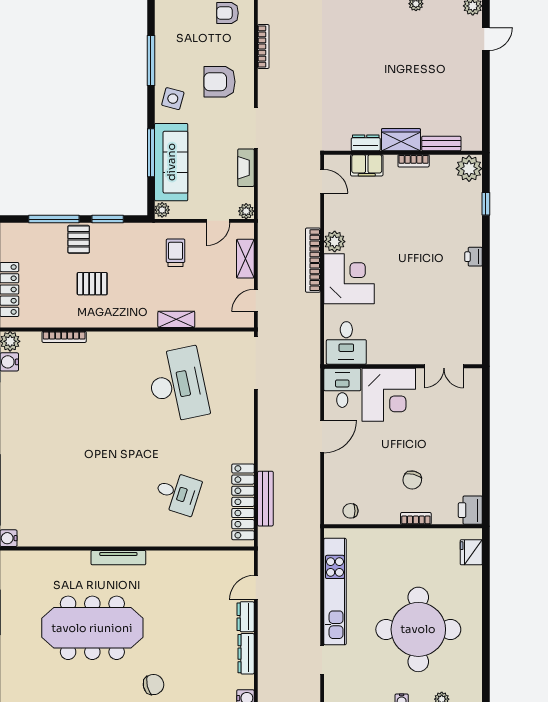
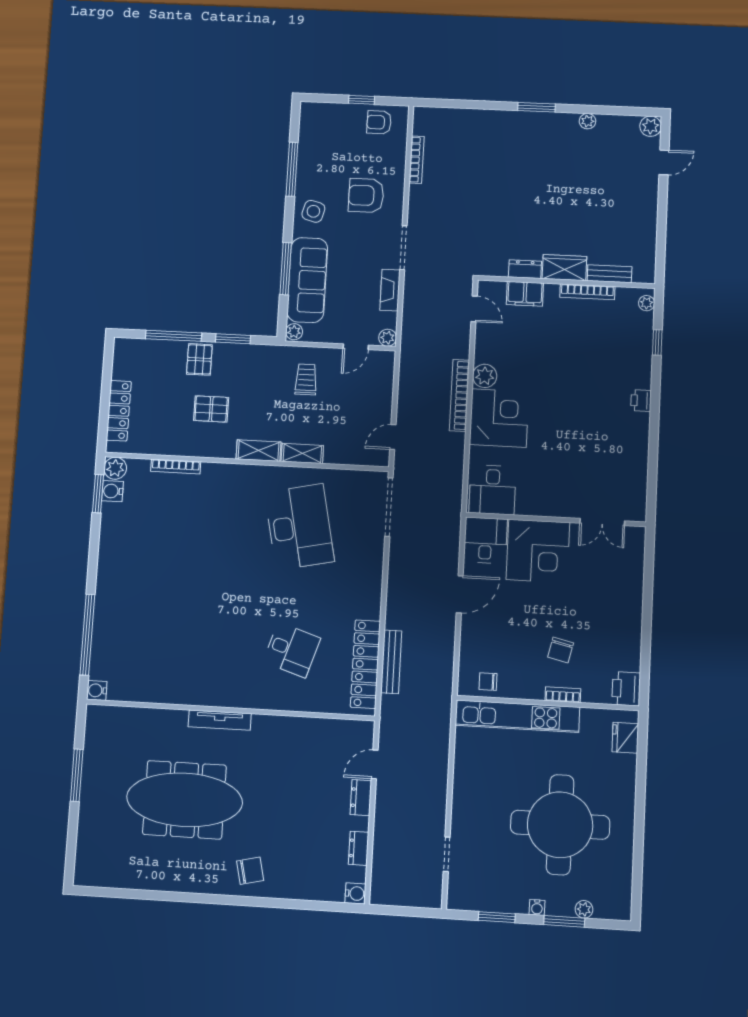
bookcase: (414, 161) -> (587, 292), width x1.56
plant: (469, 169) -> (647, 303), width x0.53, depth x0.53
shelving: (245, 259) -> (258, 451), moved, turned 90
kitchen unit: (335, 592) -> (517, 716), moved, turned 90
dresser: (246, 654) -> (359, 848), width x0.70

